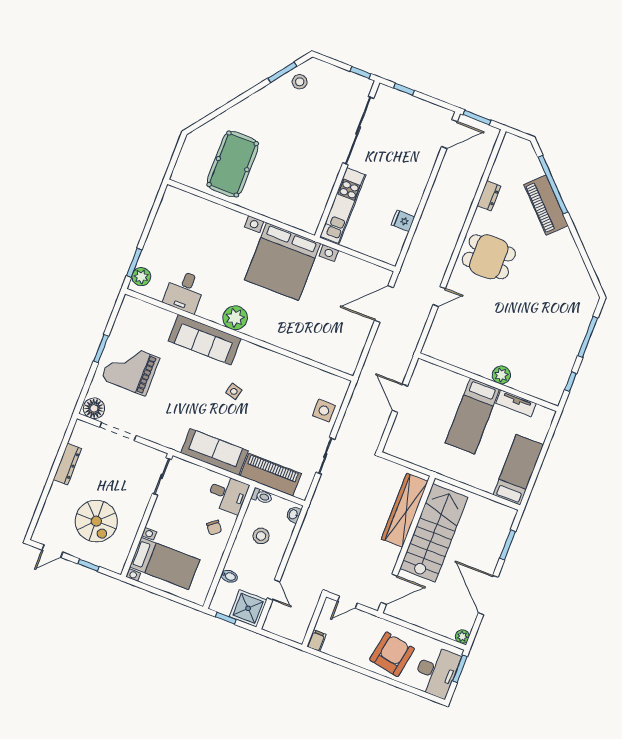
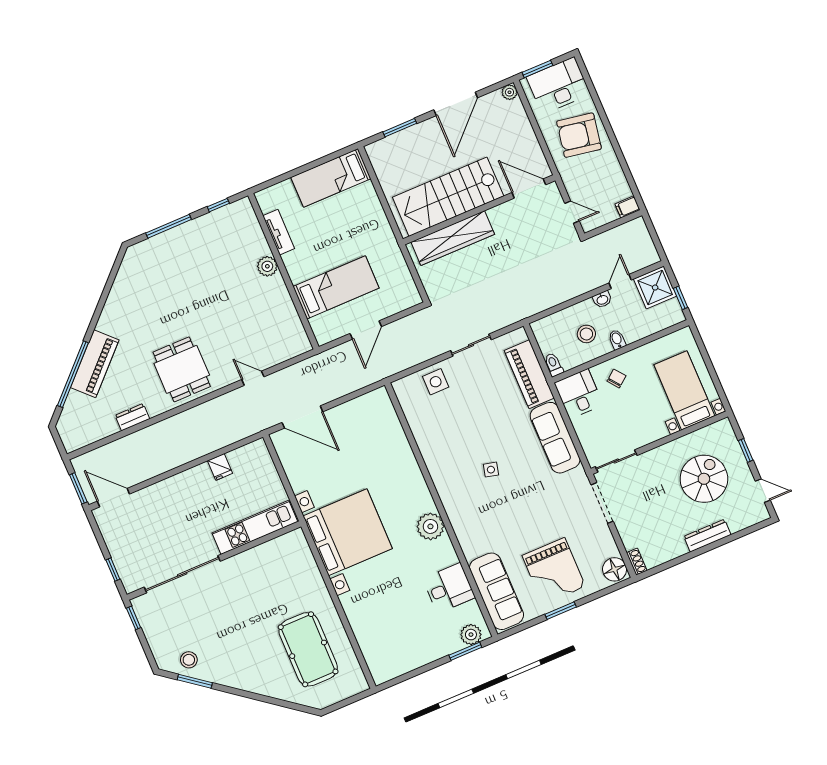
pool table: (233, 164) -> (308, 649), turned 90
sofa: (205, 340) -> (497, 591), moved
bed: (472, 416) -> (336, 287), moved
shoe rack: (85, 427) -> (637, 562), added
doorway: (118, 431) -> (602, 503), moved
dresser: (67, 464) -> (707, 536), moved
washbasin: (294, 514) -> (602, 299), moved
bidet: (229, 576) -> (617, 340), moved

